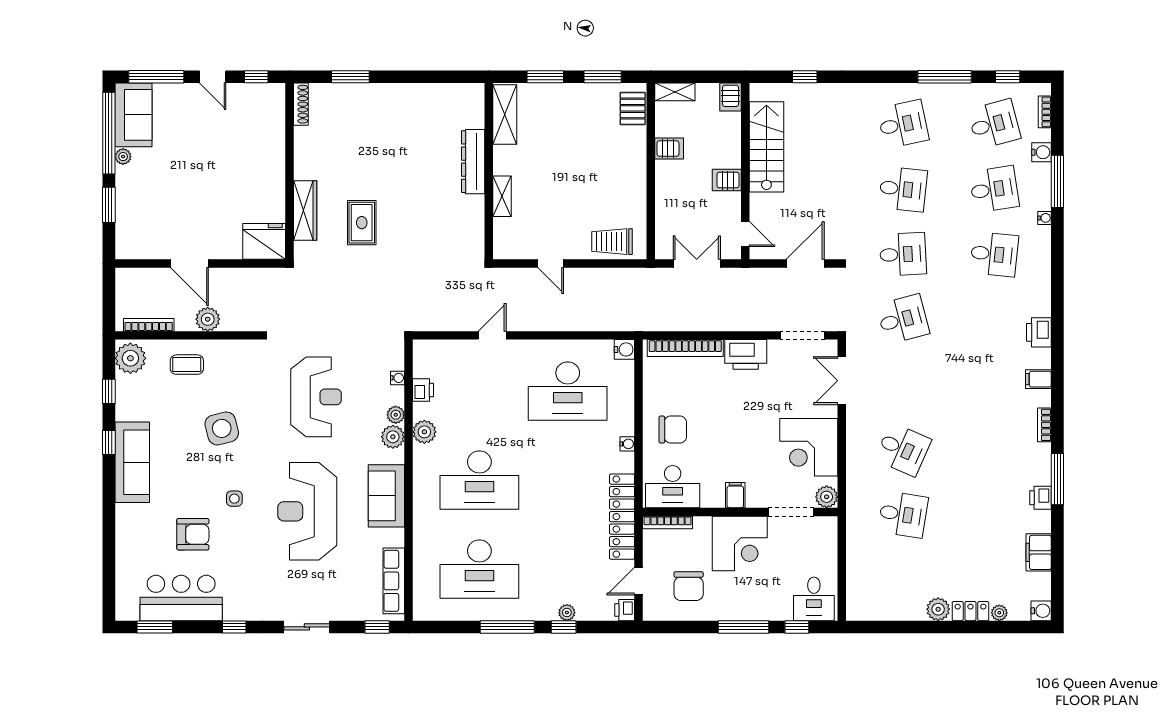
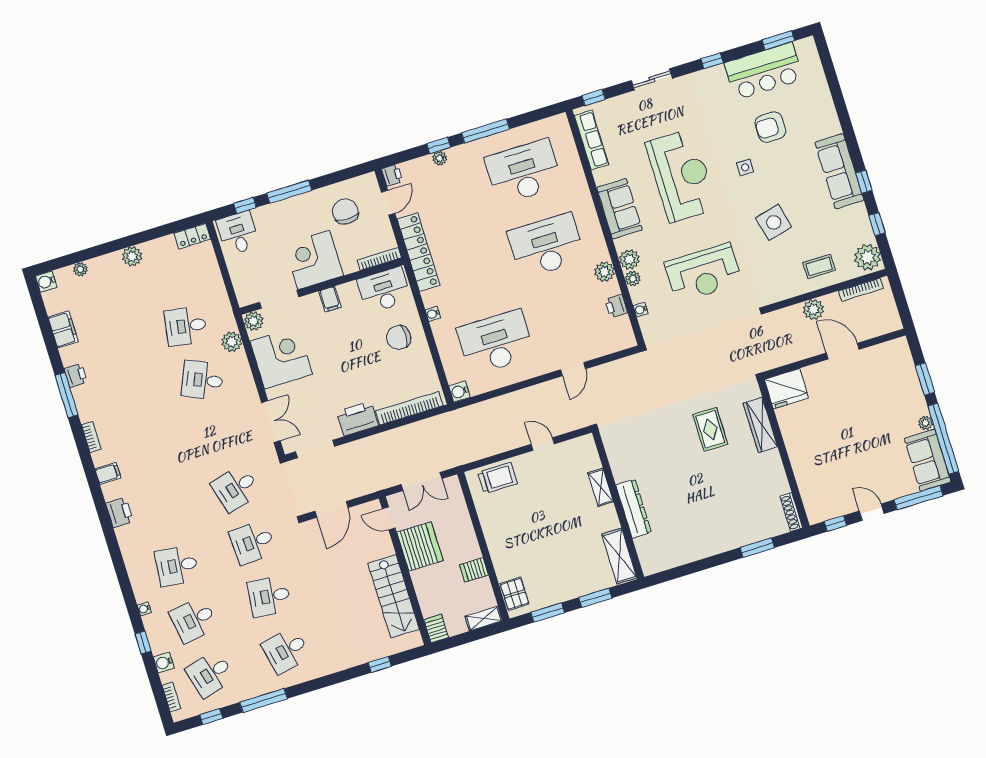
server rack: (727, 180) -> (420, 546), width x2.18, depth x1.44
window: (1057, 181) -> (143, 643), width x0.46
reception desk: (316, 397) -> (703, 273), turned -90
plant: (858, 482) -> (232, 342), added
locker: (970, 611) -> (192, 236), moved

